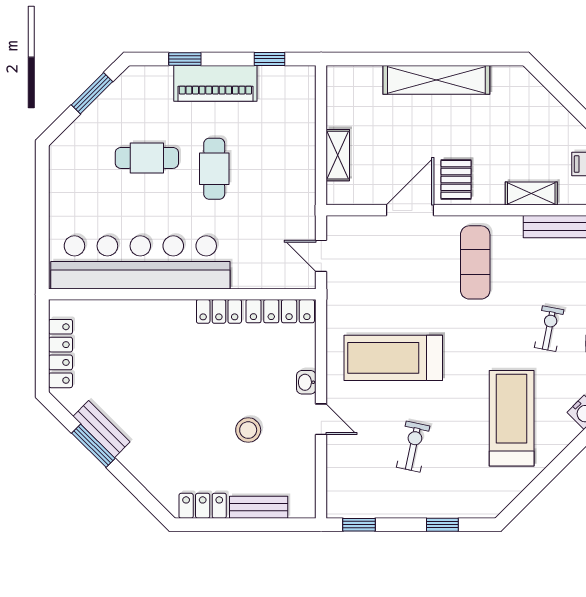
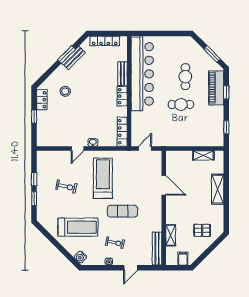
shelving: (436, 80) -> (218, 189), width x0.68
piano: (215, 83) -> (216, 88), moved
shelving: (338, 155) -> (203, 155), moved
pallet: (456, 179) -> (202, 230), moved
exercise mat: (475, 262) -> (122, 211), moved
locker: (219, 311) -> (122, 96), moved
stool: (248, 430) -> (65, 91), moved
bench: (259, 507) -> (122, 74), moved
window: (244, 525) -> (34, 117), added
window: (359, 525) -> (34, 179), moved

